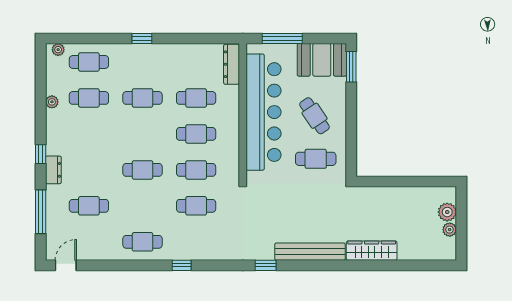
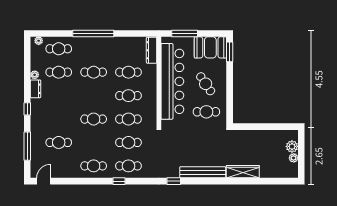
window: (142, 38) -> (93, 33), width x3.17
dresser: (53, 170) -> (36, 89), moved
cafe table: (196, 242) -> (128, 166), added

